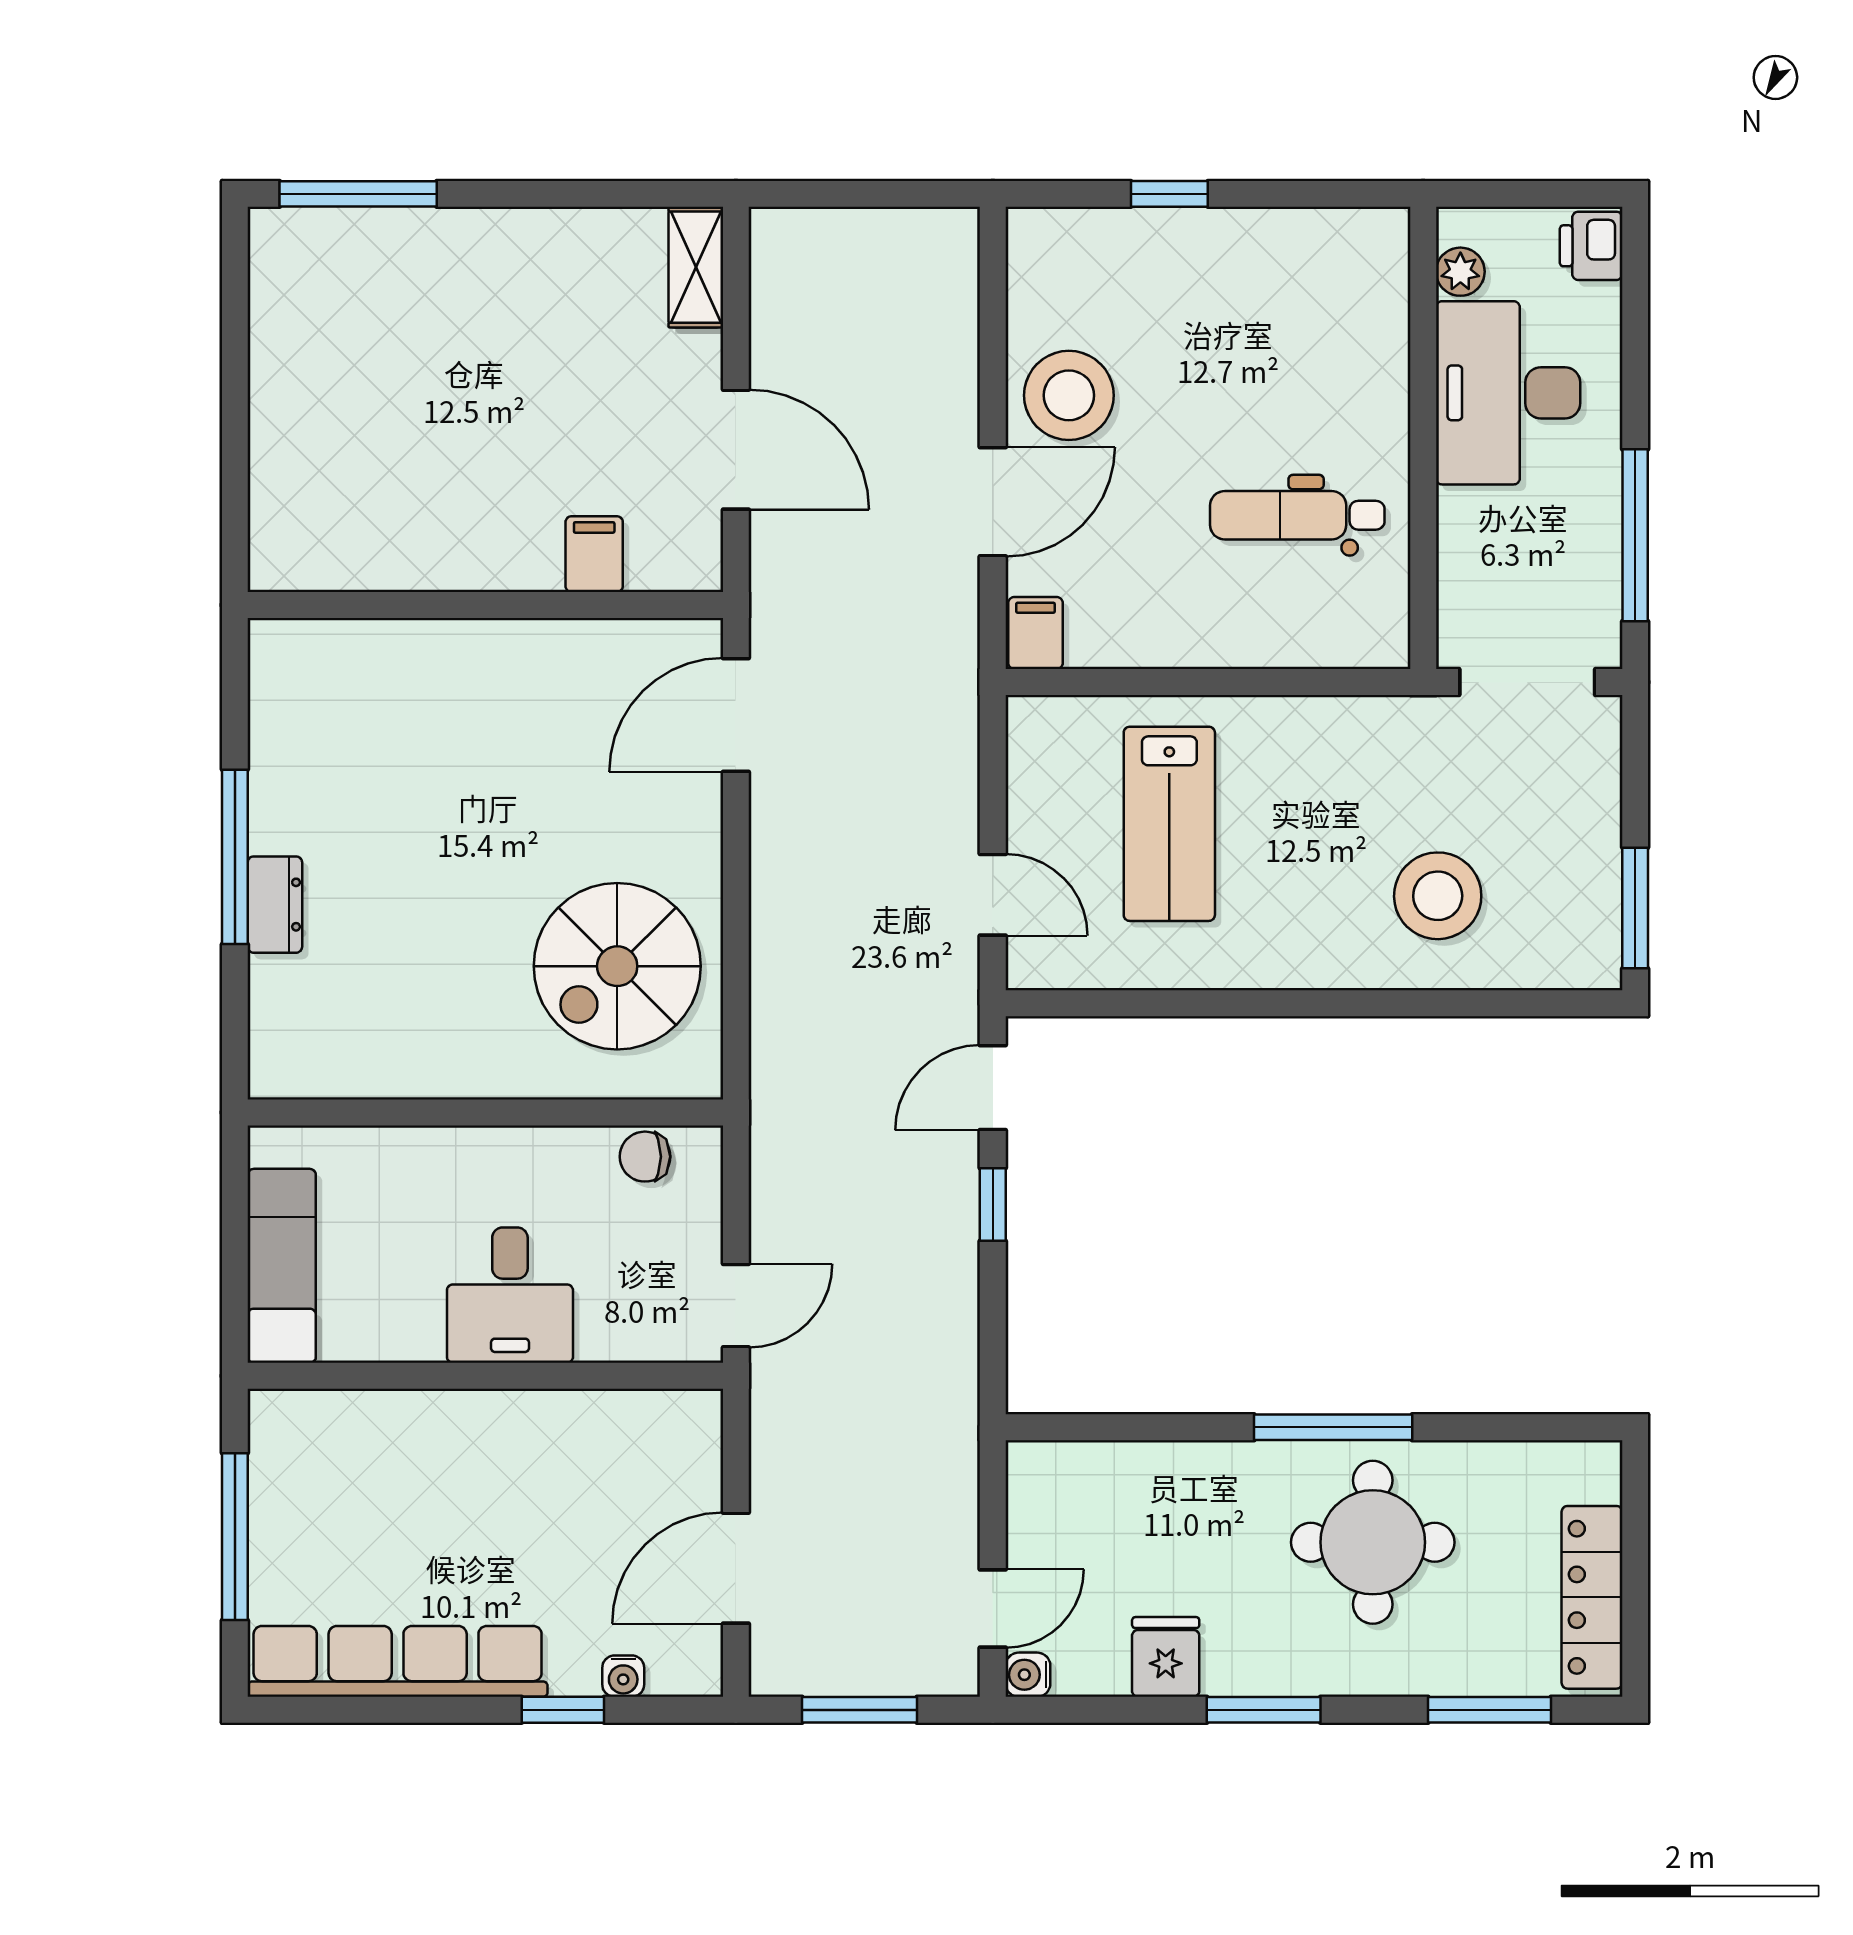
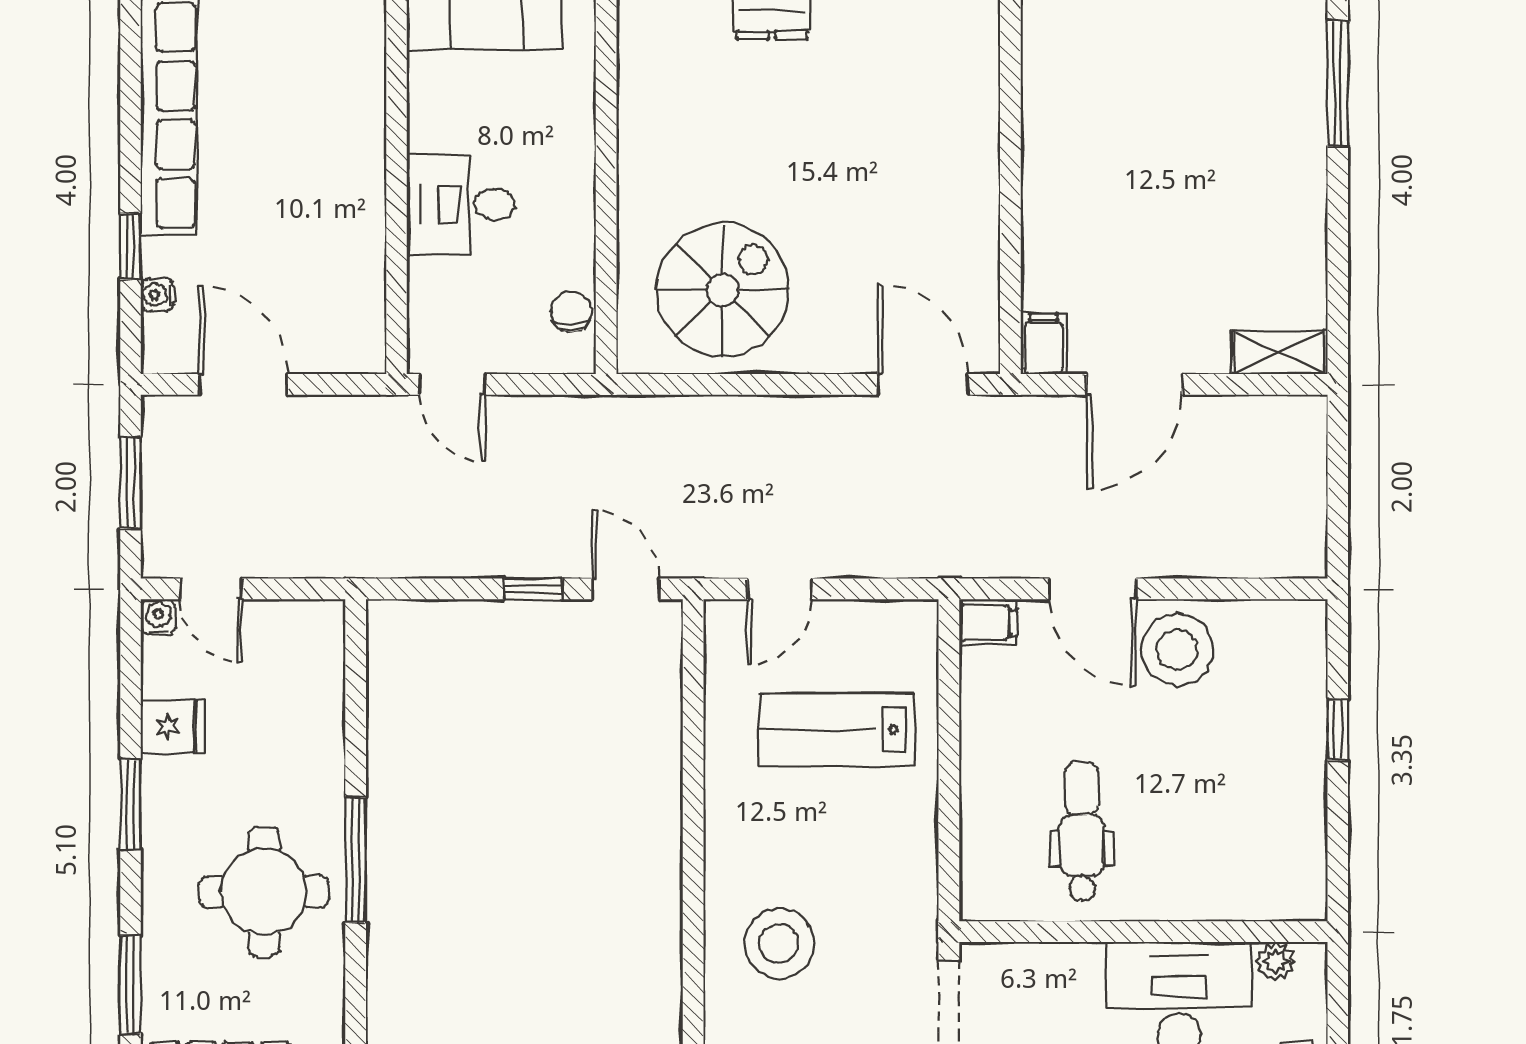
filing cabinet: (594, 554) -> (1043, 344), moved, turned -90
spiral stairs: (617, 966) -> (723, 290), turned 90

